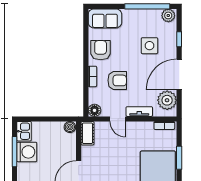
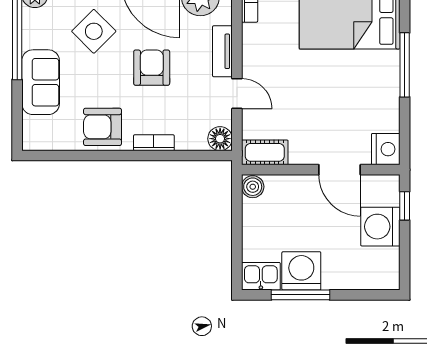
sofa: (105, 18) -> (41, 82), moved
side table: (149, 46) -> (94, 31), turned 45
armchair: (117, 80) -> (152, 68), moved
door: (118, 119) -> (237, 94), hinge flipped

